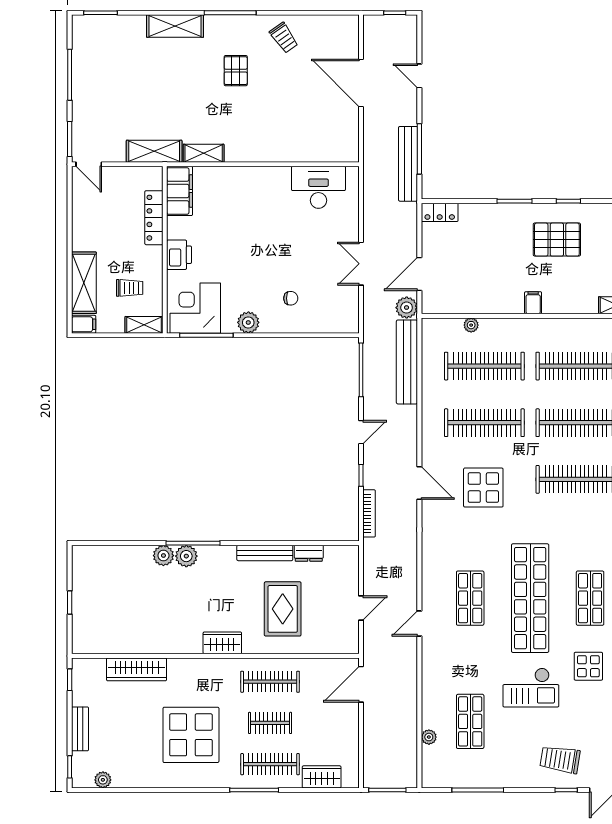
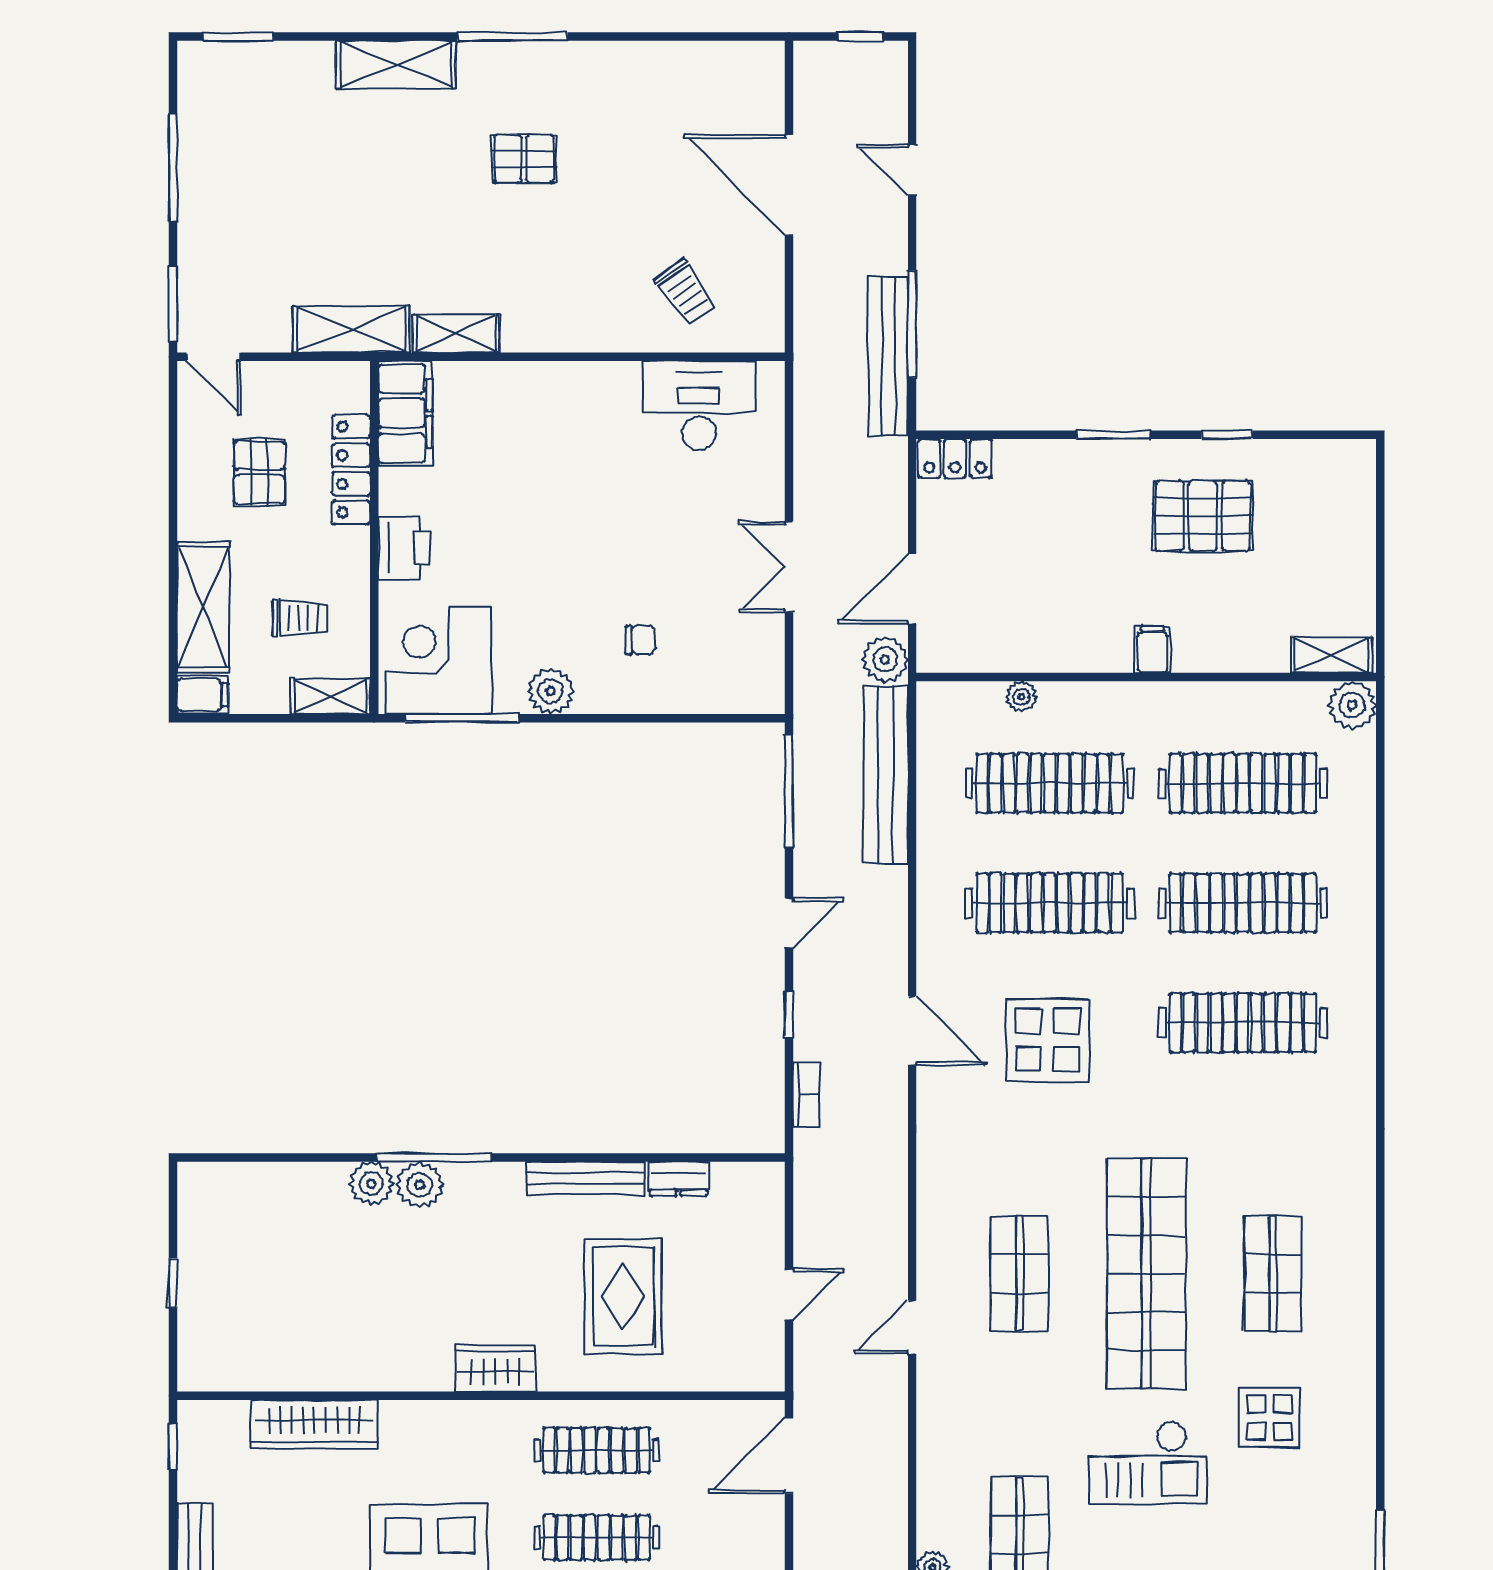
trolley: (284, 38) -> (686, 292), moved
pallet: (236, 71) -> (524, 159), turned 90
pallet: (111, 219) -> (259, 472), added
bookcase: (369, 513) -> (806, 1095), width x0.64
clothes rail: (270, 723) -> (597, 1537), width x1.36

